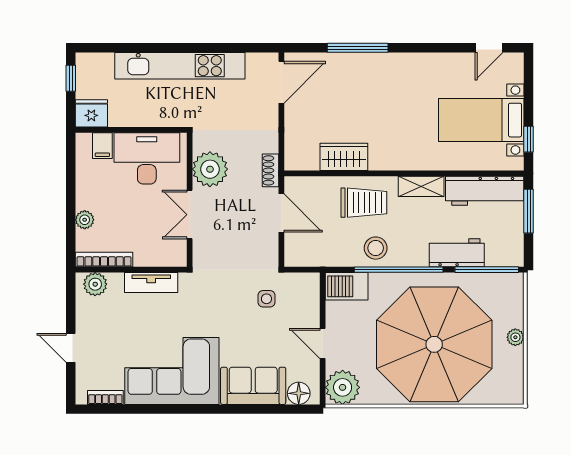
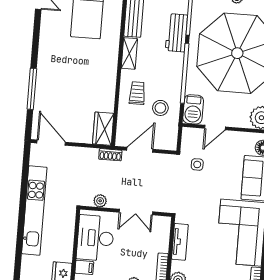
wardrobe: (344, 157) -> (103, 129), moved
plant: (210, 169) -> (100, 201), width x0.53, depth x0.53
trolley: (364, 203) -> (137, 93), width x0.73, depth x0.72
stool: (376, 248) -> (160, 108), moved
door: (323, 344) -> (215, 128), moved

